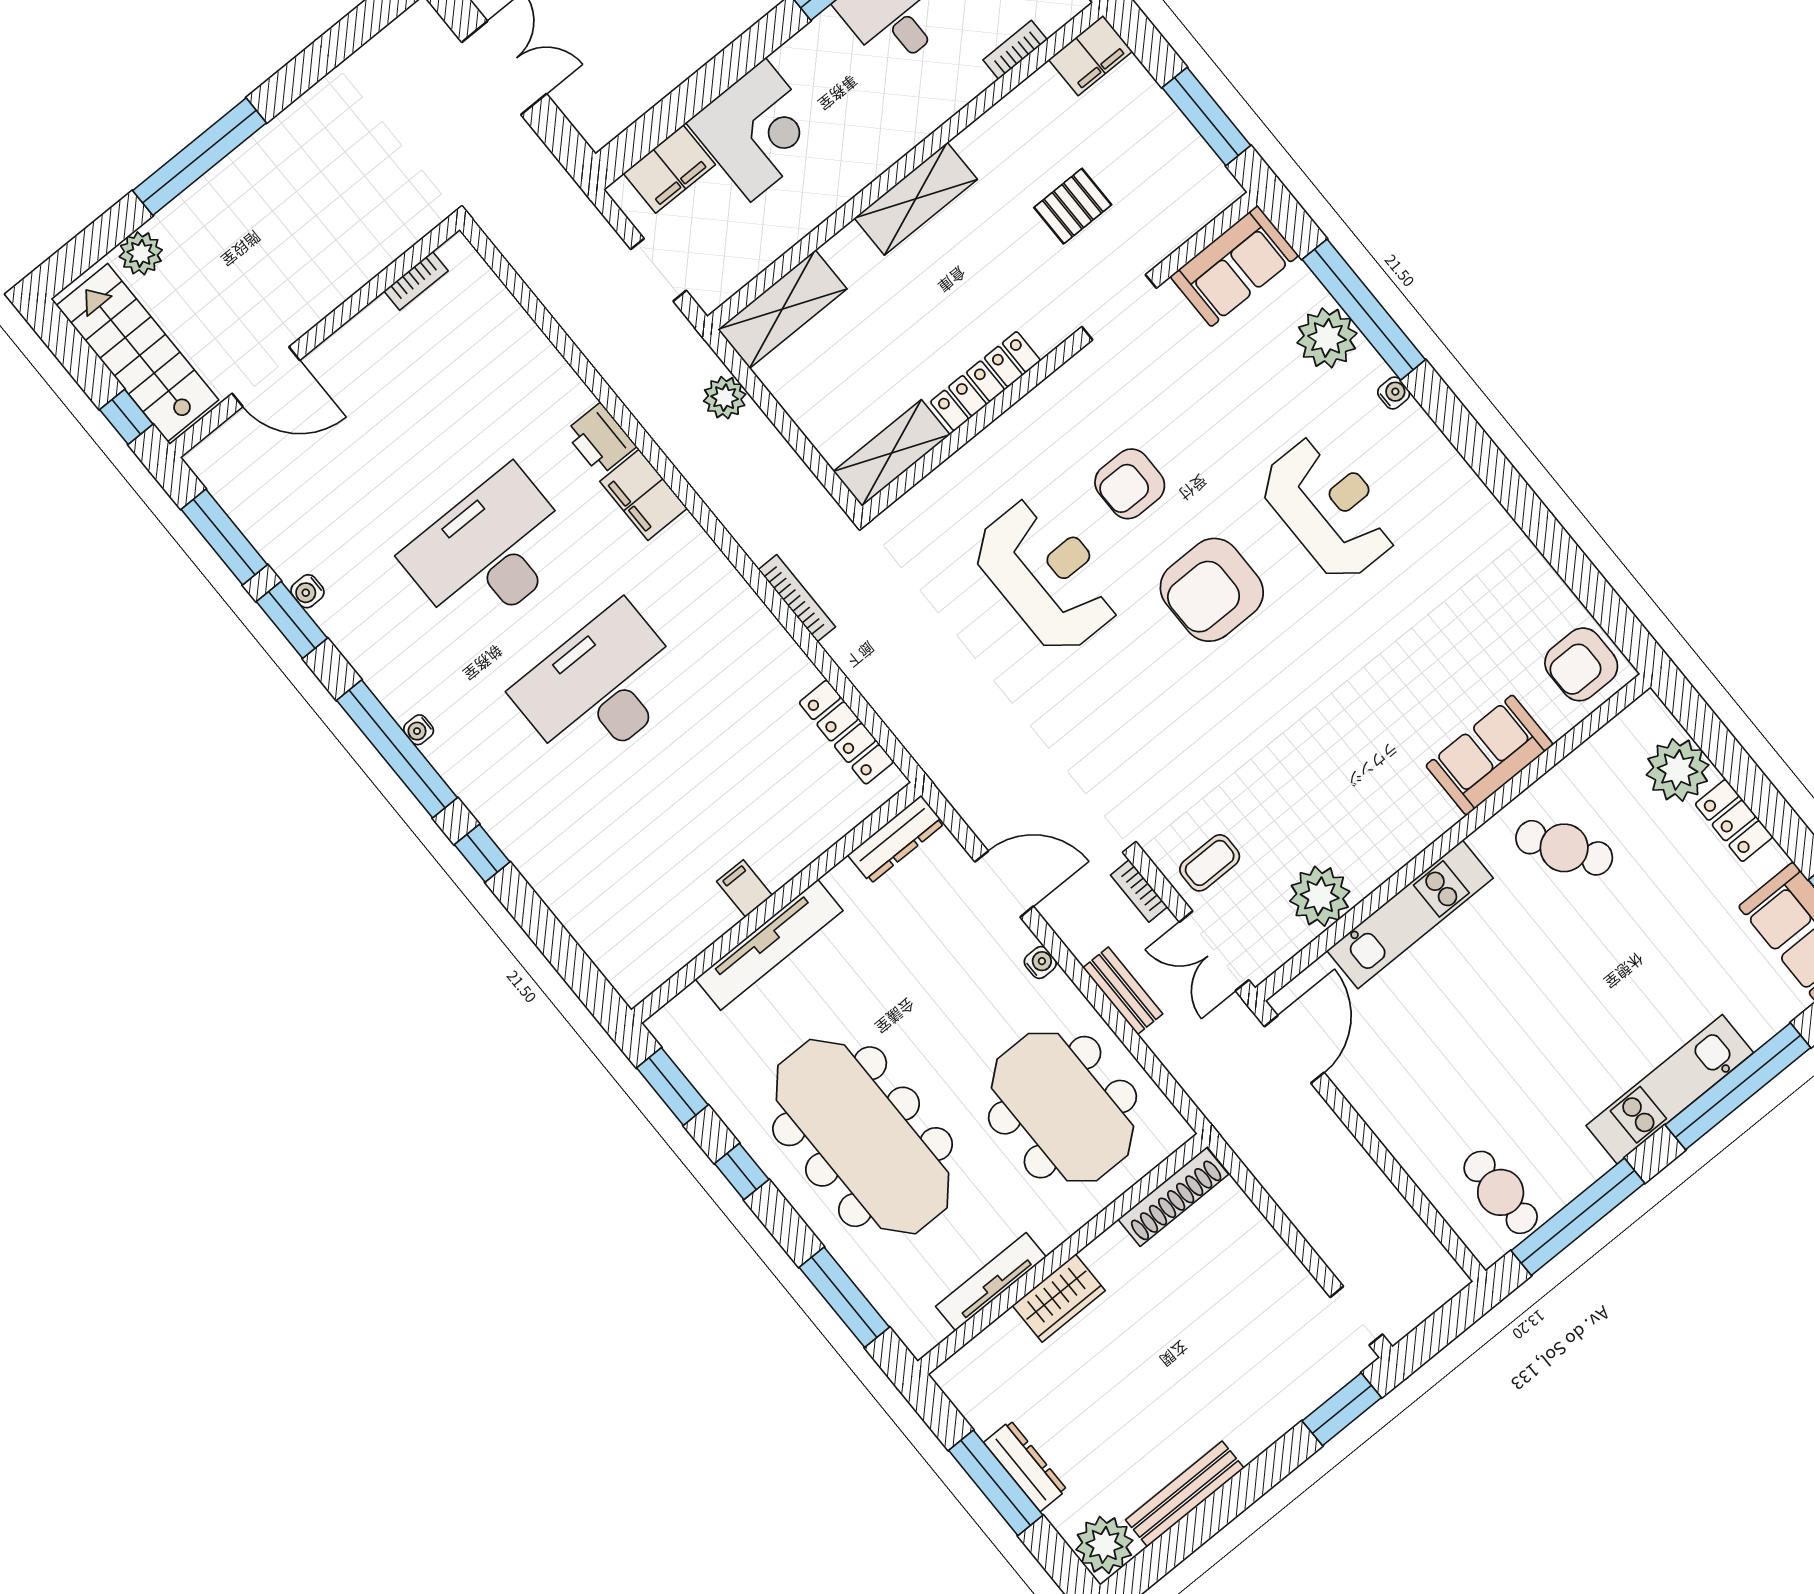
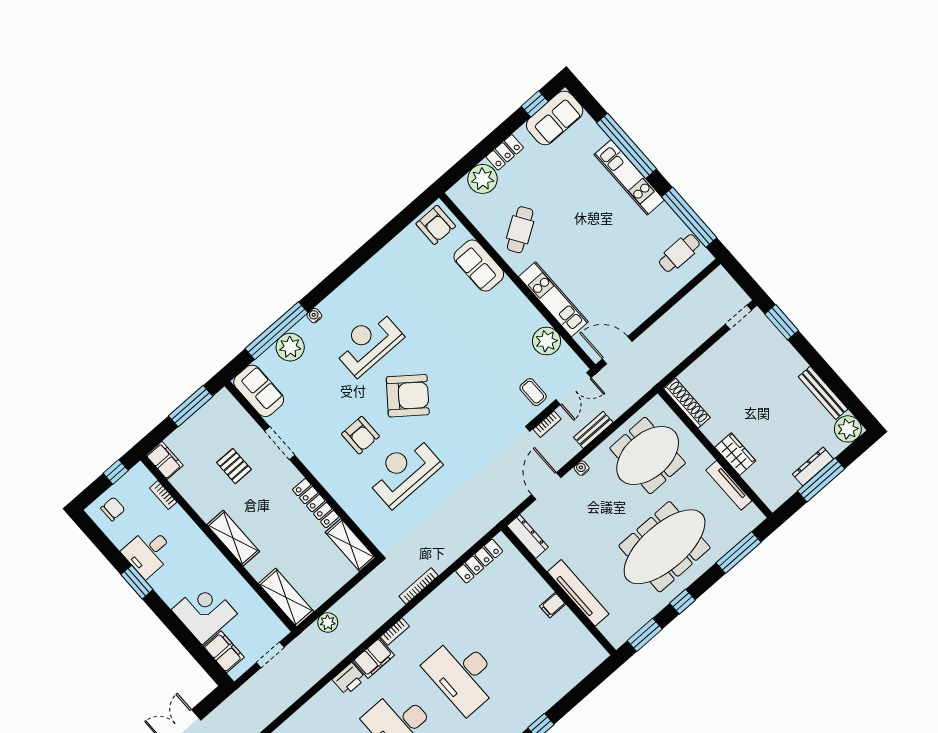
bookcase: (700, 543) -> (395, 632), added
armchair: (1212, 590) -> (408, 396), turned -52

